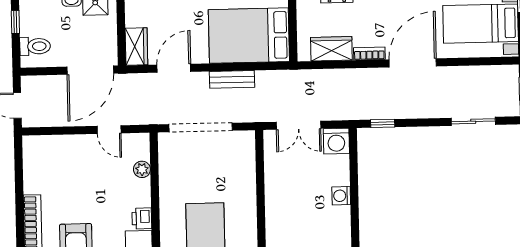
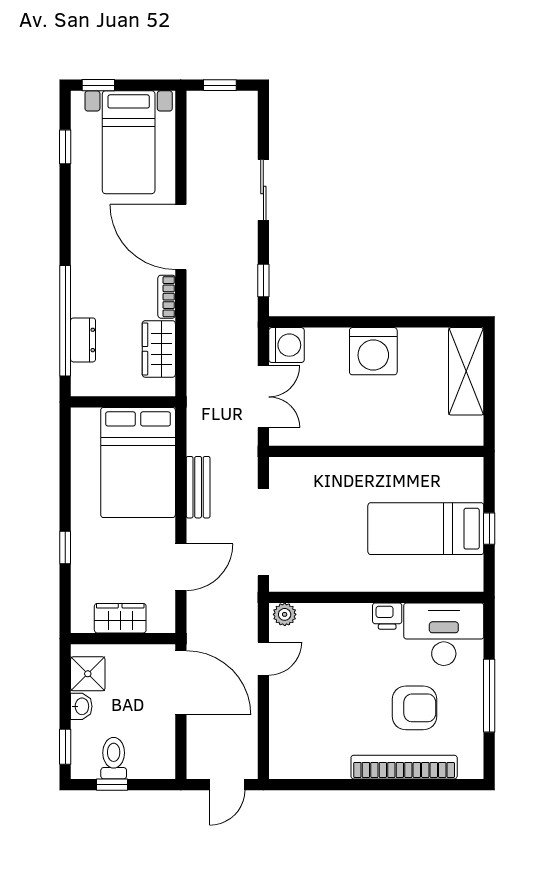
toilet: (35, 46) -> (114, 758), moved
wardrobe: (136, 47) -> (120, 618), moved
door: (174, 68) -> (181, 567), swing flipped
sliding door: (473, 121) -> (263, 190), moved
plant: (142, 169) -> (285, 614), moved
washing machine: (341, 196) -> (373, 351), width x1.89, depth x1.89

